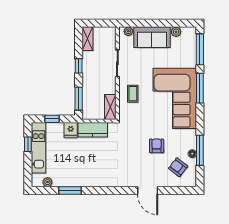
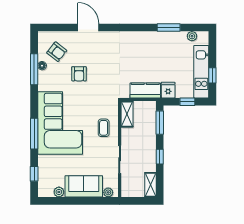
window: (200, 49) -> (34, 174), width x0.46

